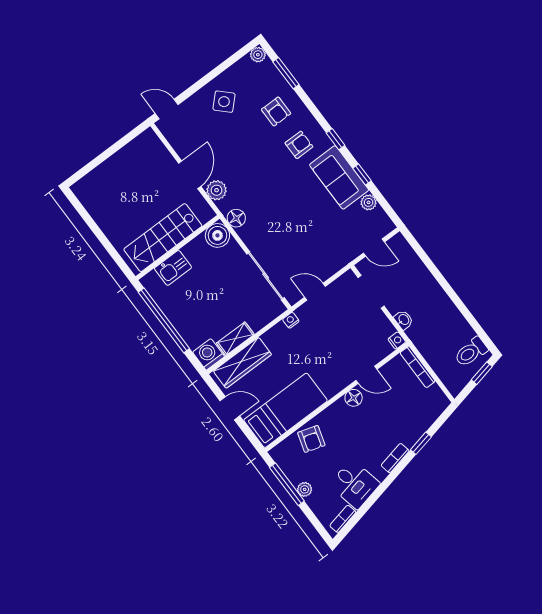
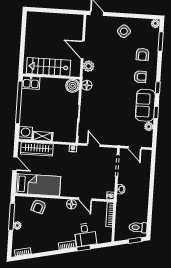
door: (190, 175) -> (83, 50), swing flipped
kitchen sink: (173, 268) -> (31, 83), moved
desk: (355, 484) -> (85, 235), moved

